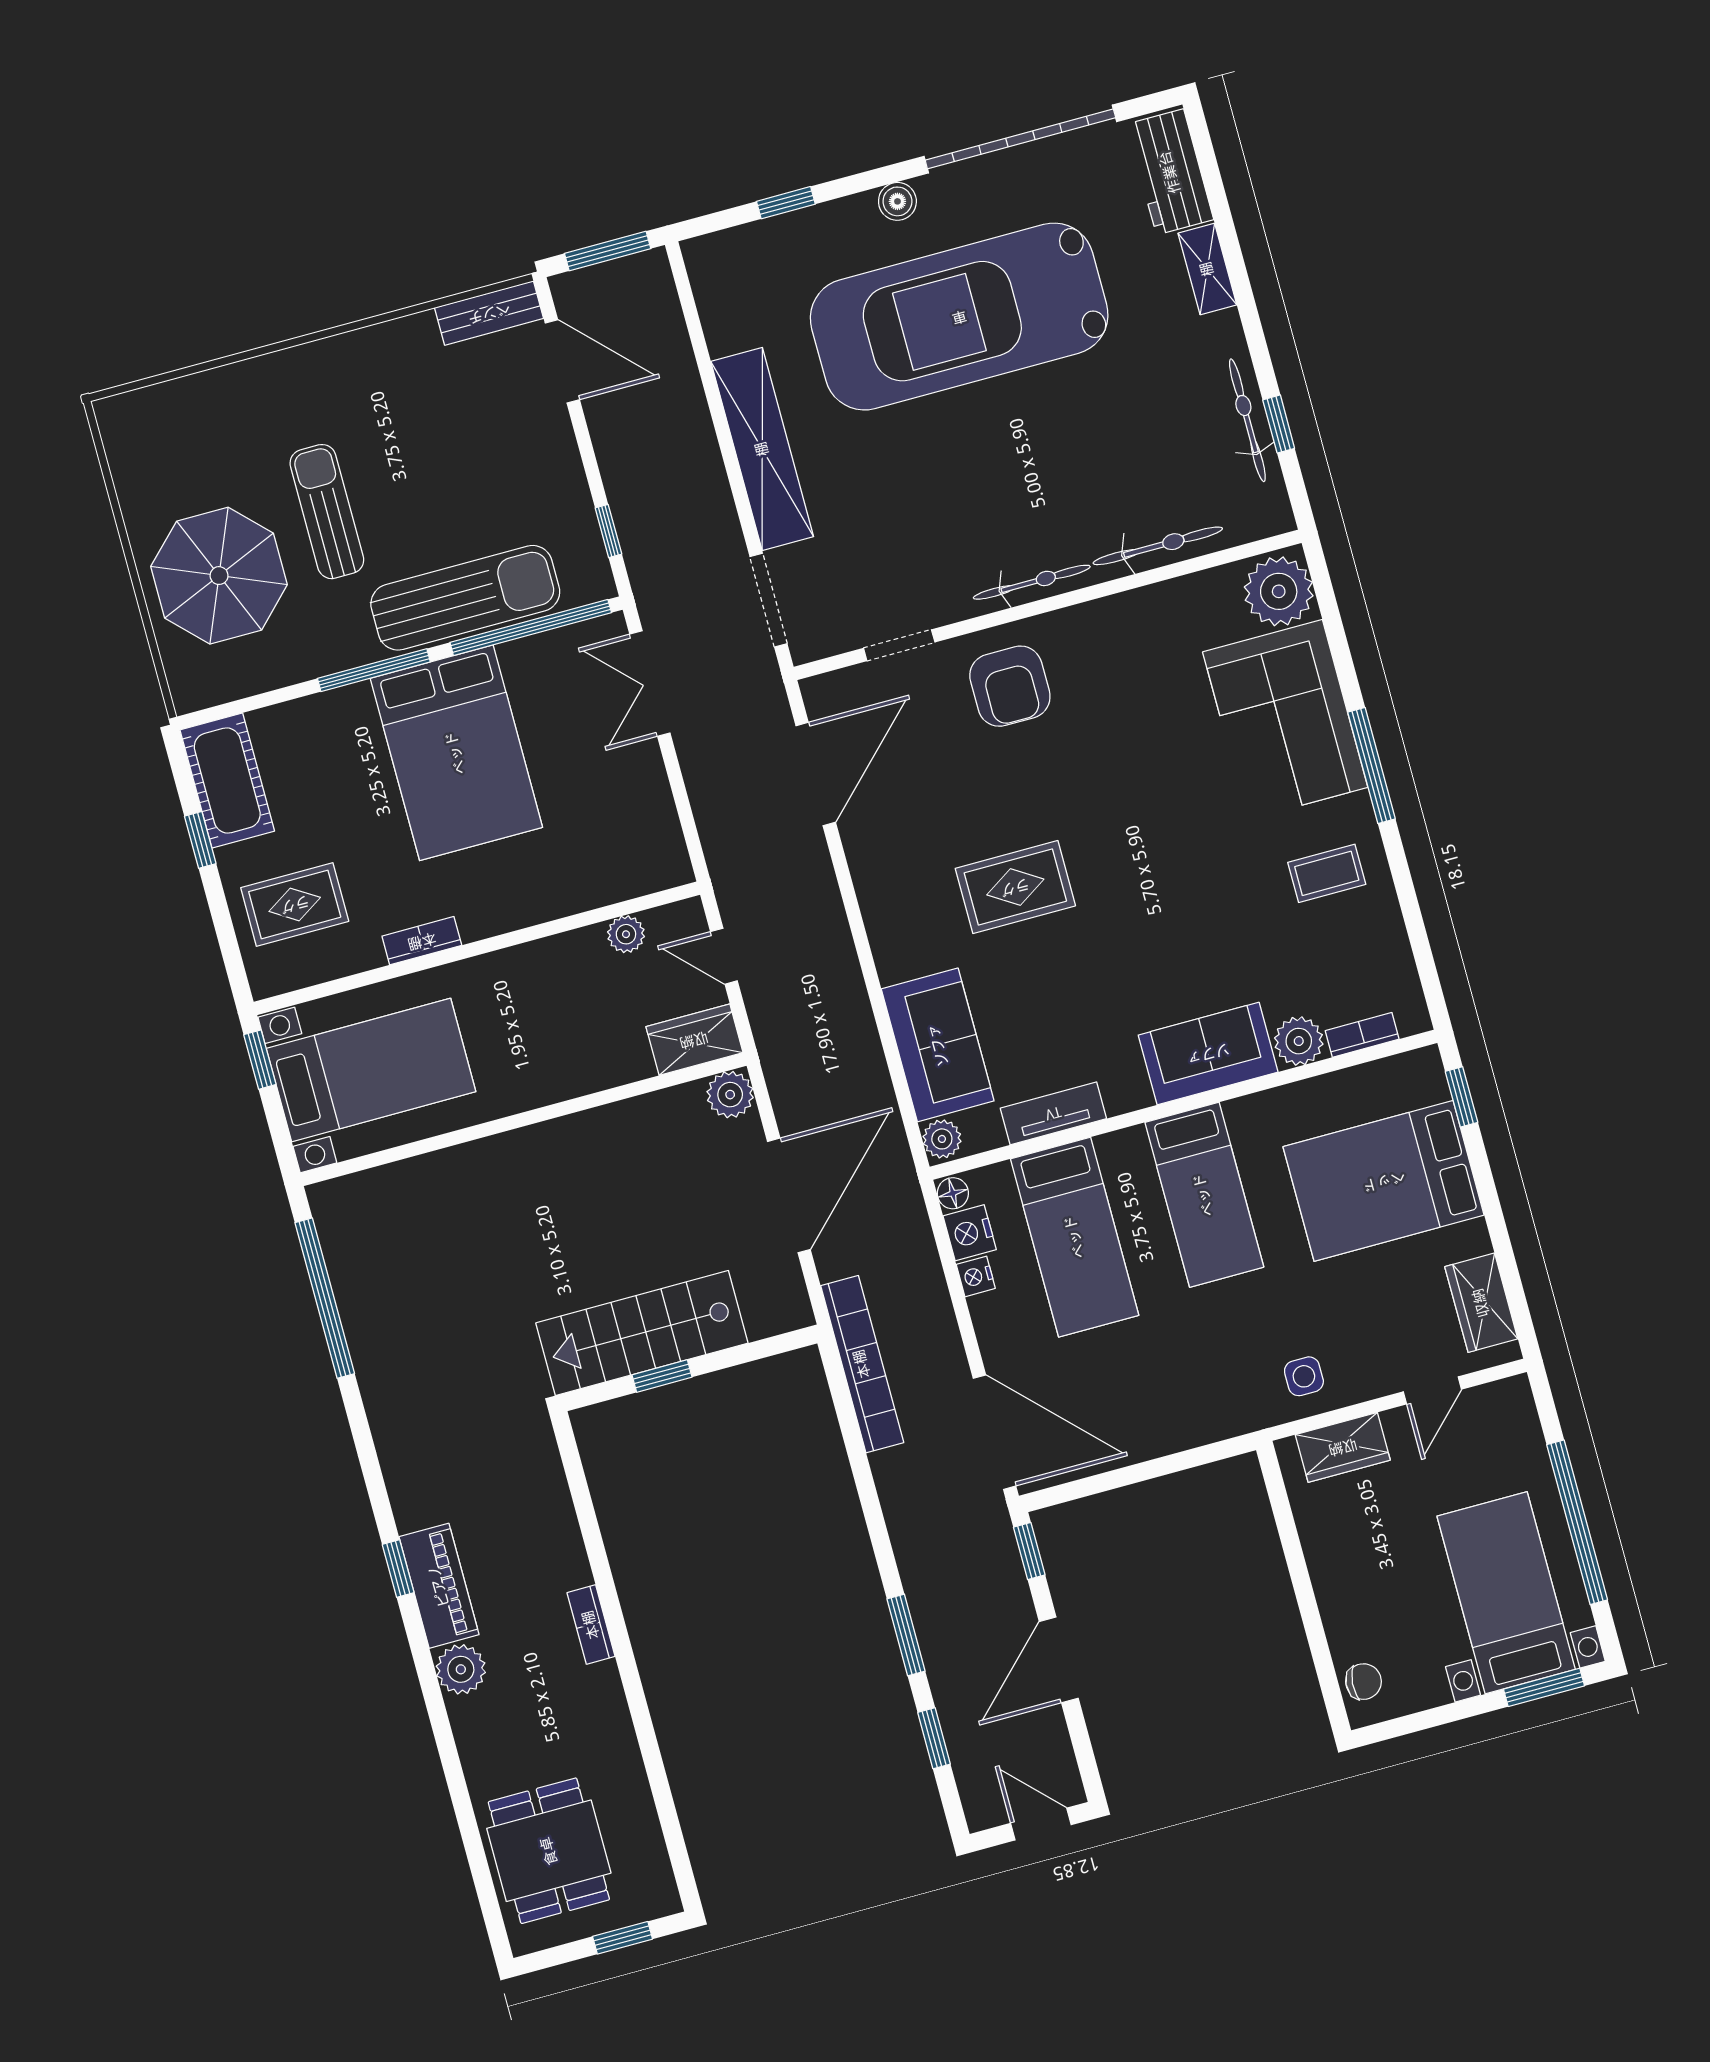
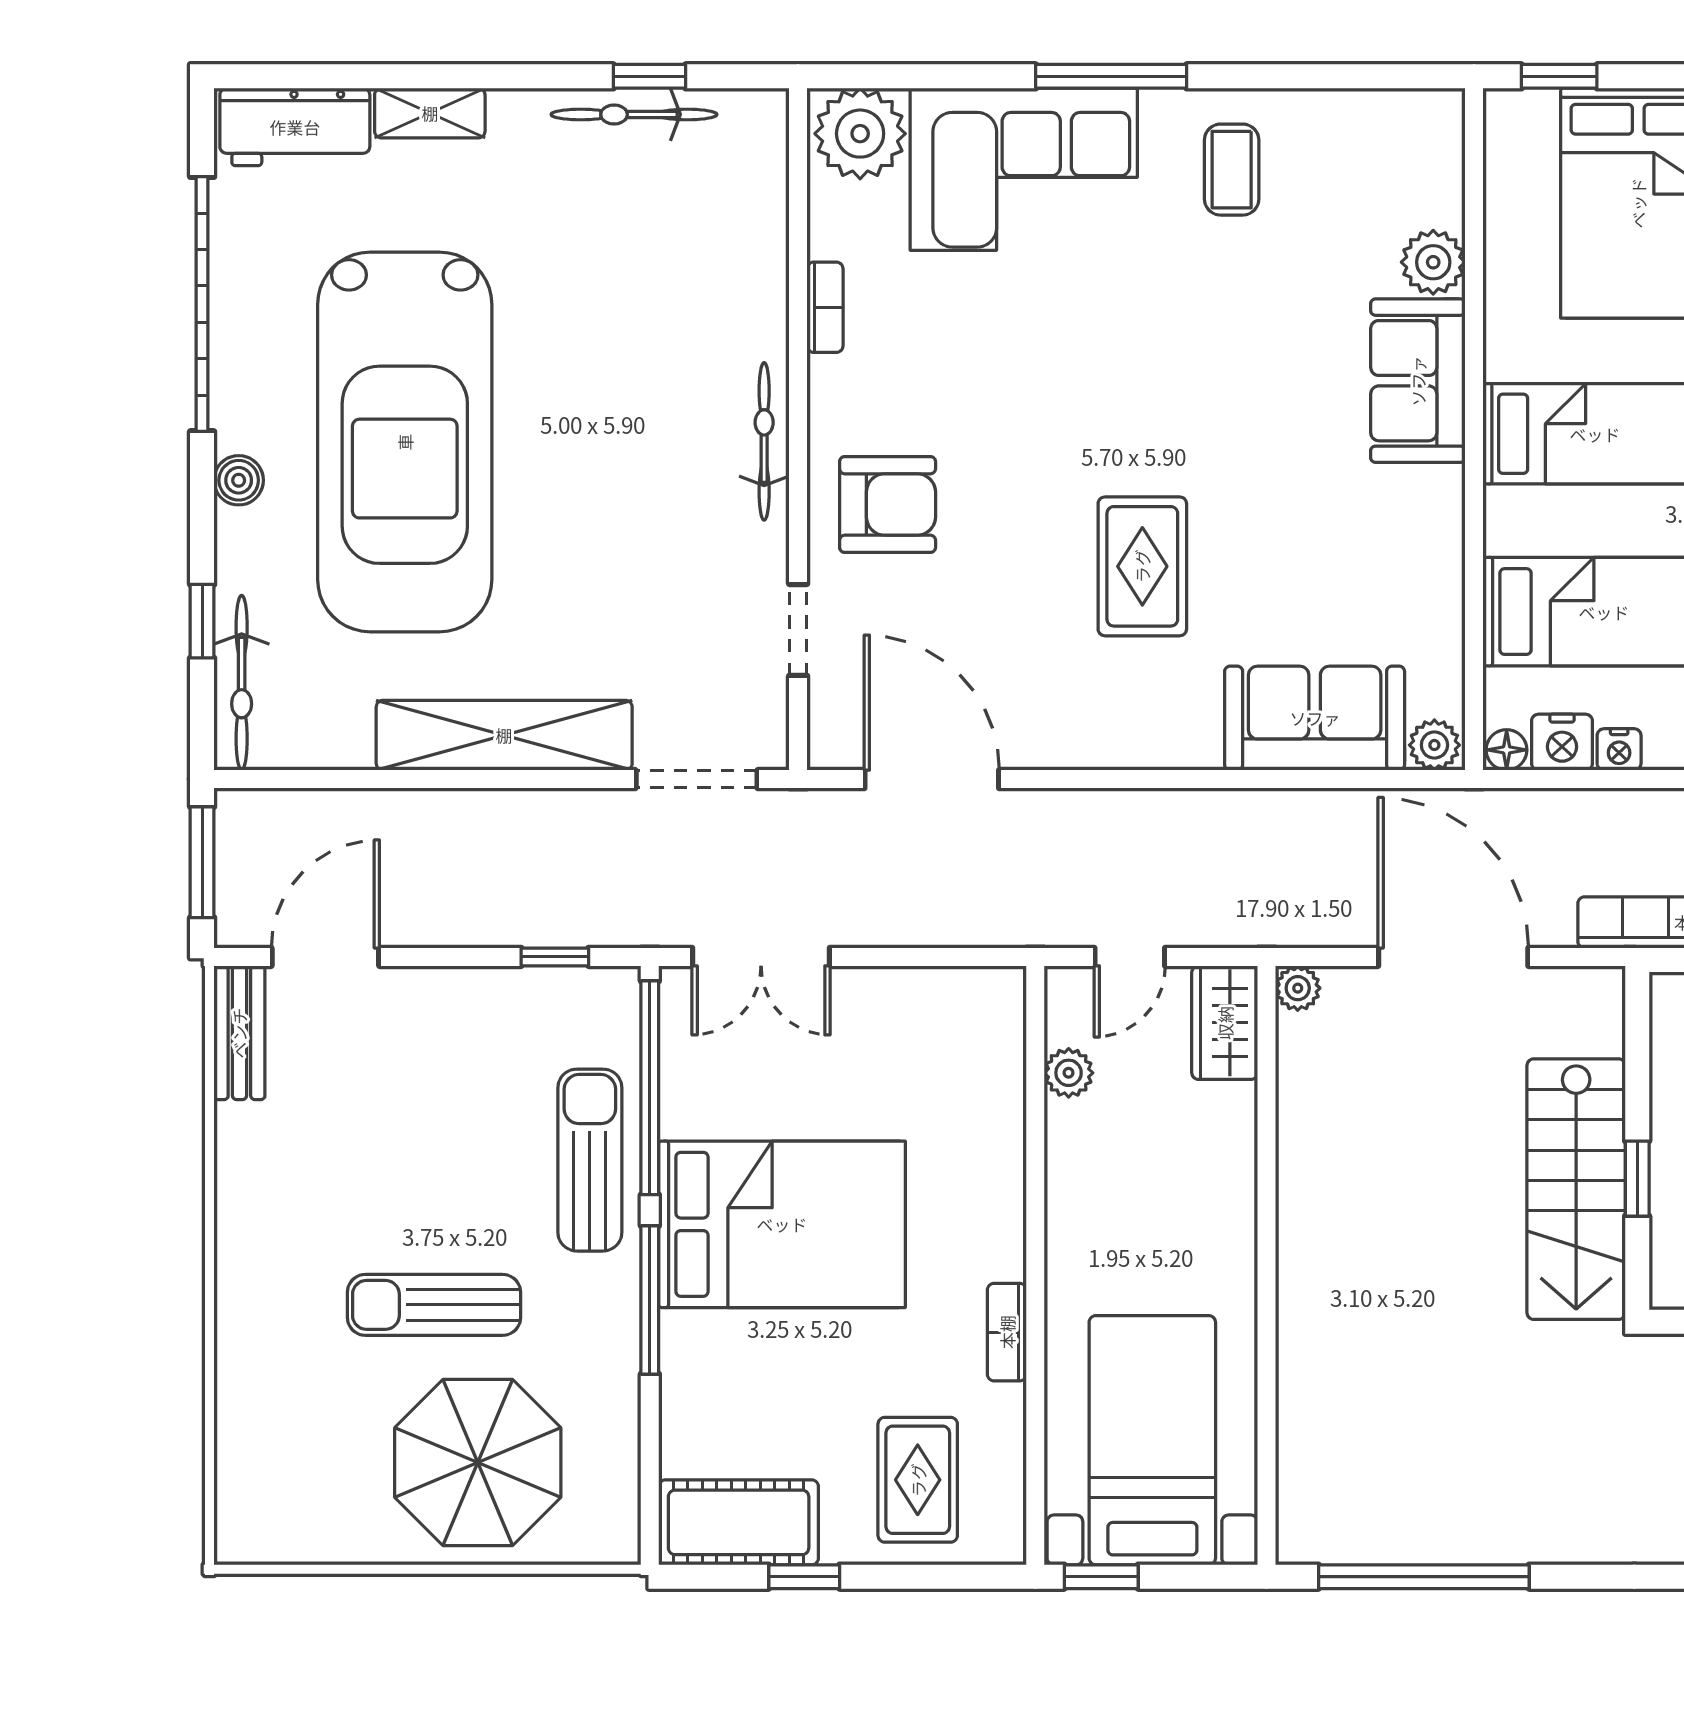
bicycle: (1158, 546) -> (242, 683), moved, turned 180
sun lounger: (465, 598) -> (590, 1160), width x0.73, depth x0.75
bookcase: (1362, 1035) -> (825, 307), moved, turned 180
plant: (730, 1095) -> (1298, 988), width x0.73, depth x0.73
tv unit: (1053, 1113) -> (1440, 596), removed

